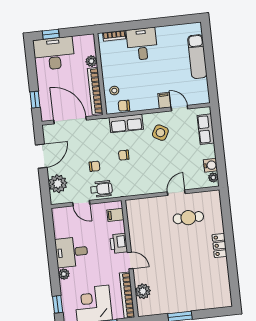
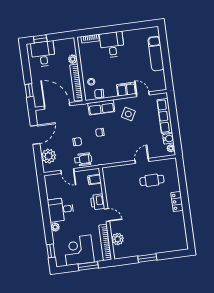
desk: (54, 53) -> (43, 54), width x0.73
filing cabinet: (164, 100) -> (126, 89), width x2.00
row of seats: (206, 129) -> (165, 116), width x1.48

